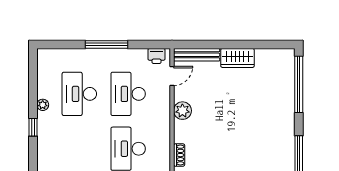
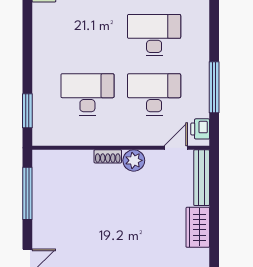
window: (107, 44) -> (214, 87), moved
door: (172, 76) -> (176, 148), swing flipped
shoe rack: (179, 155) -> (108, 156), moved

